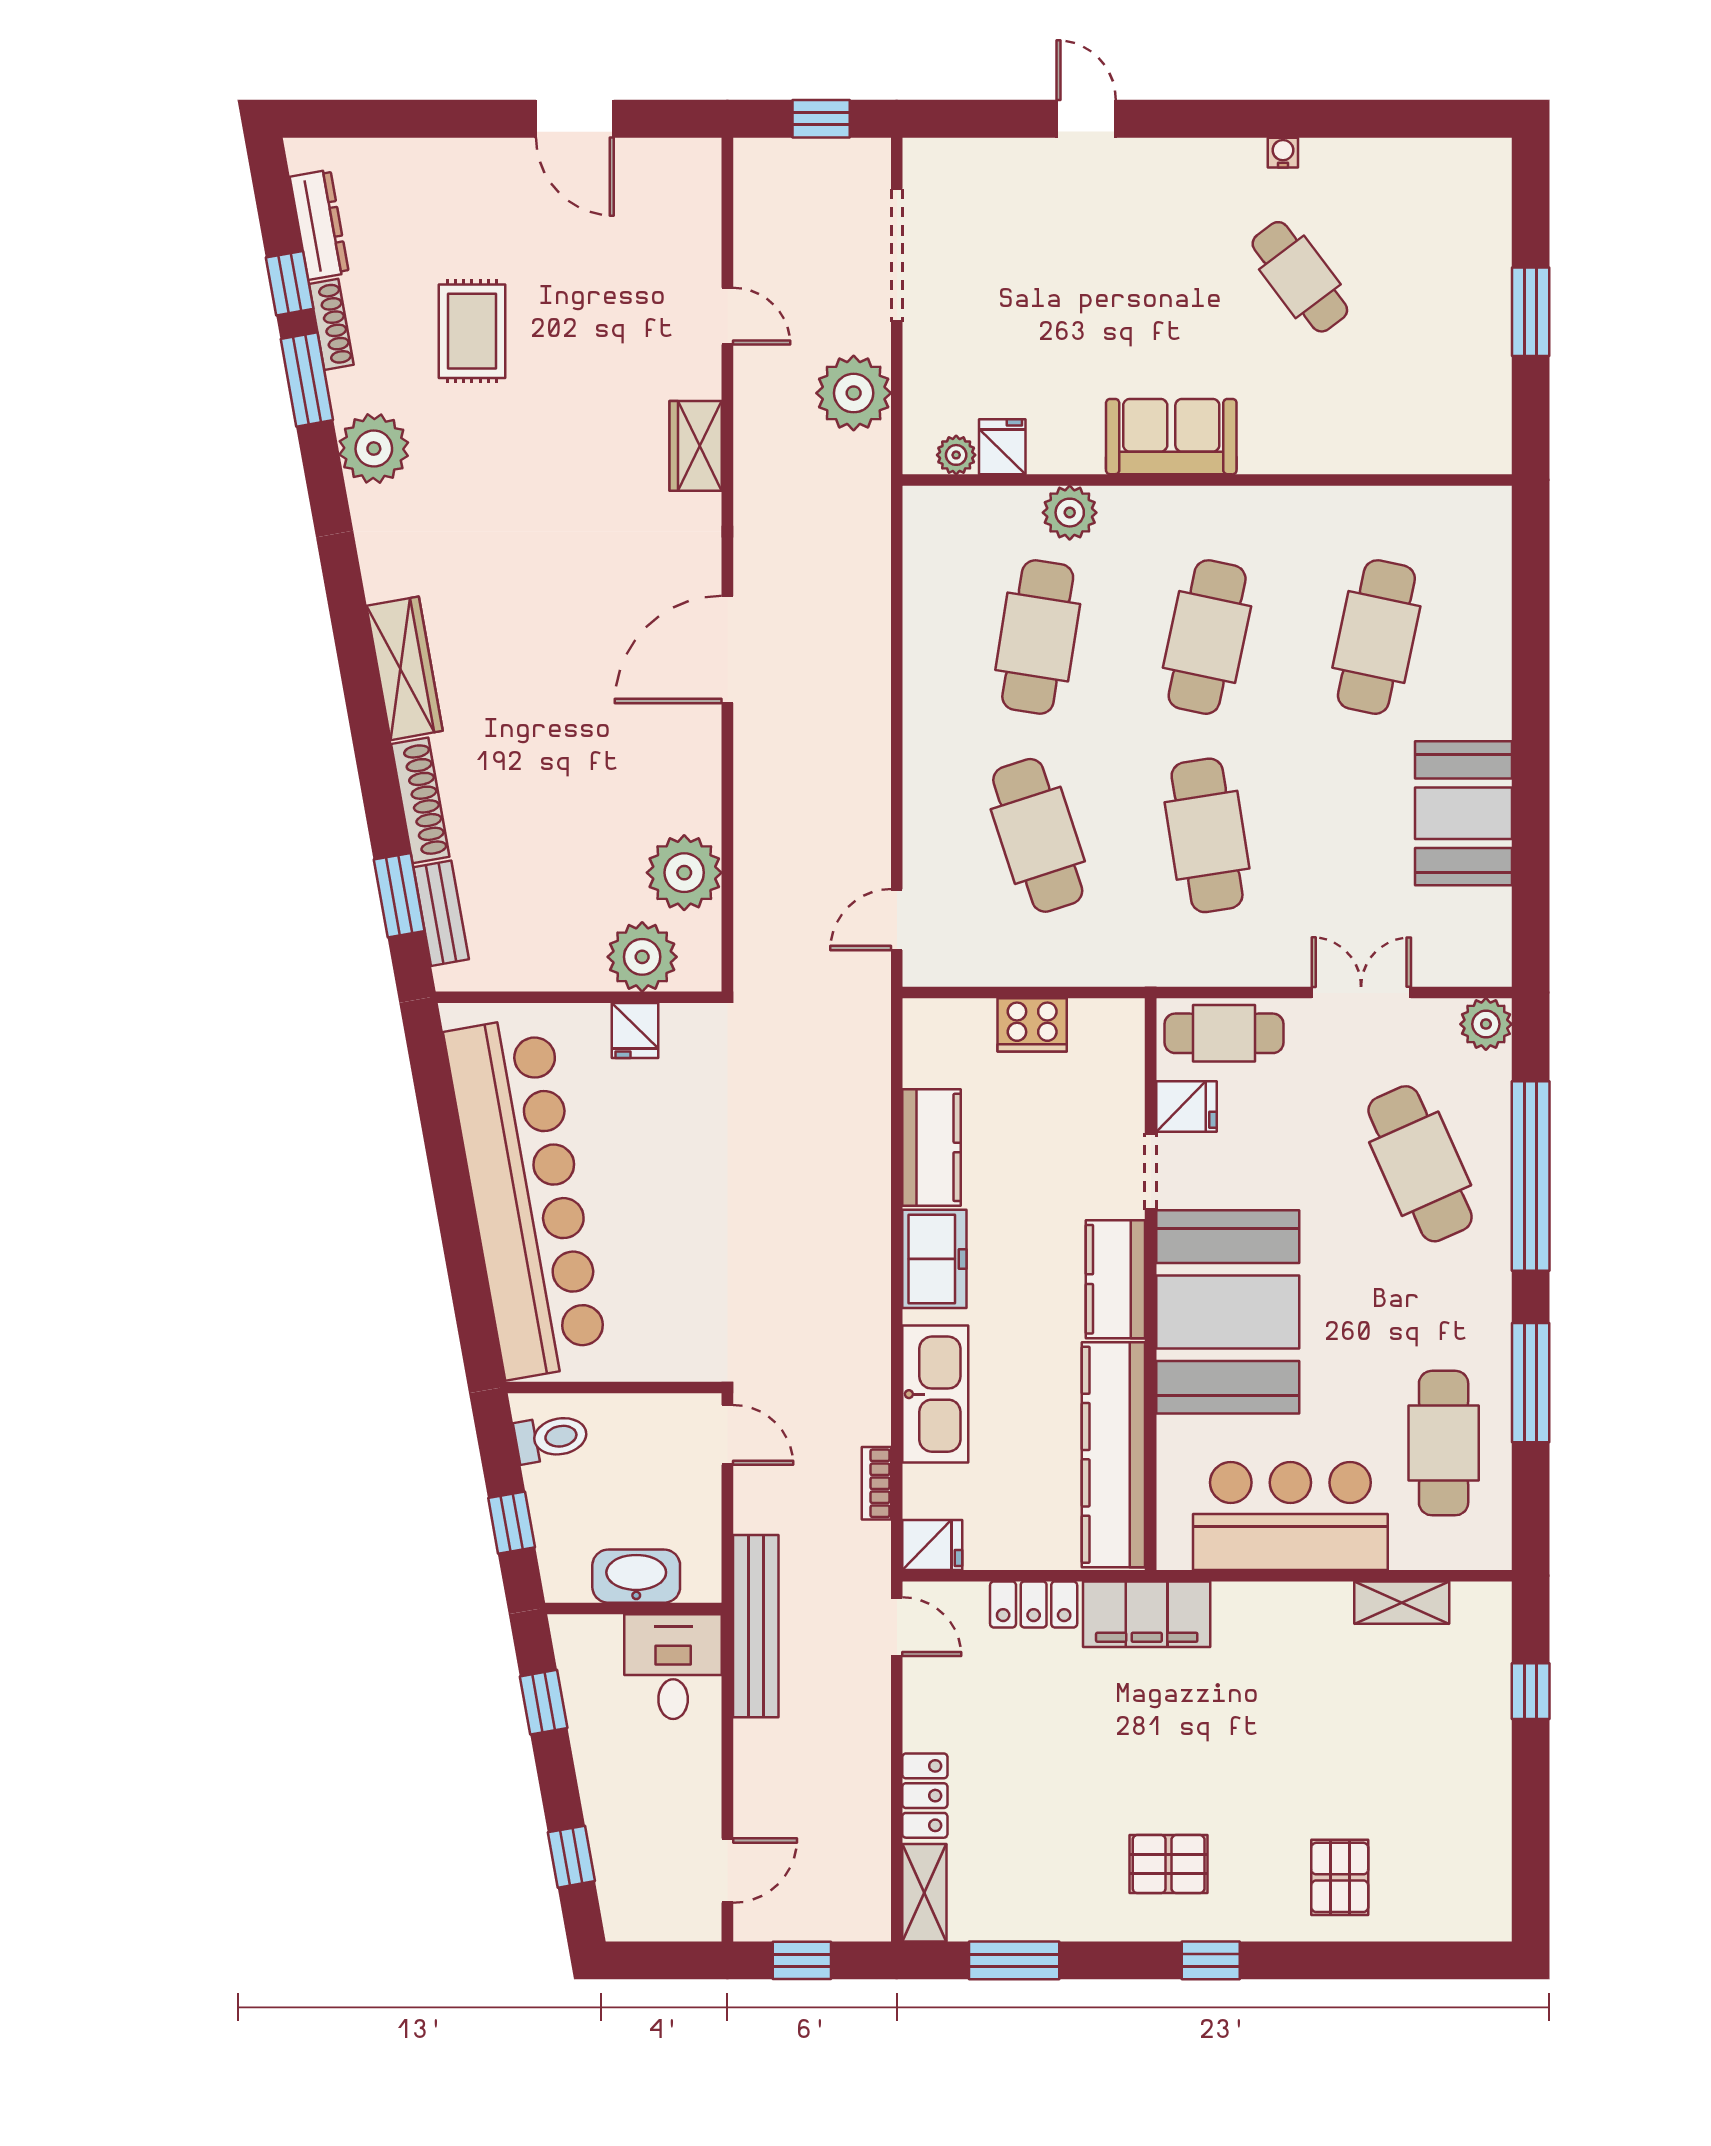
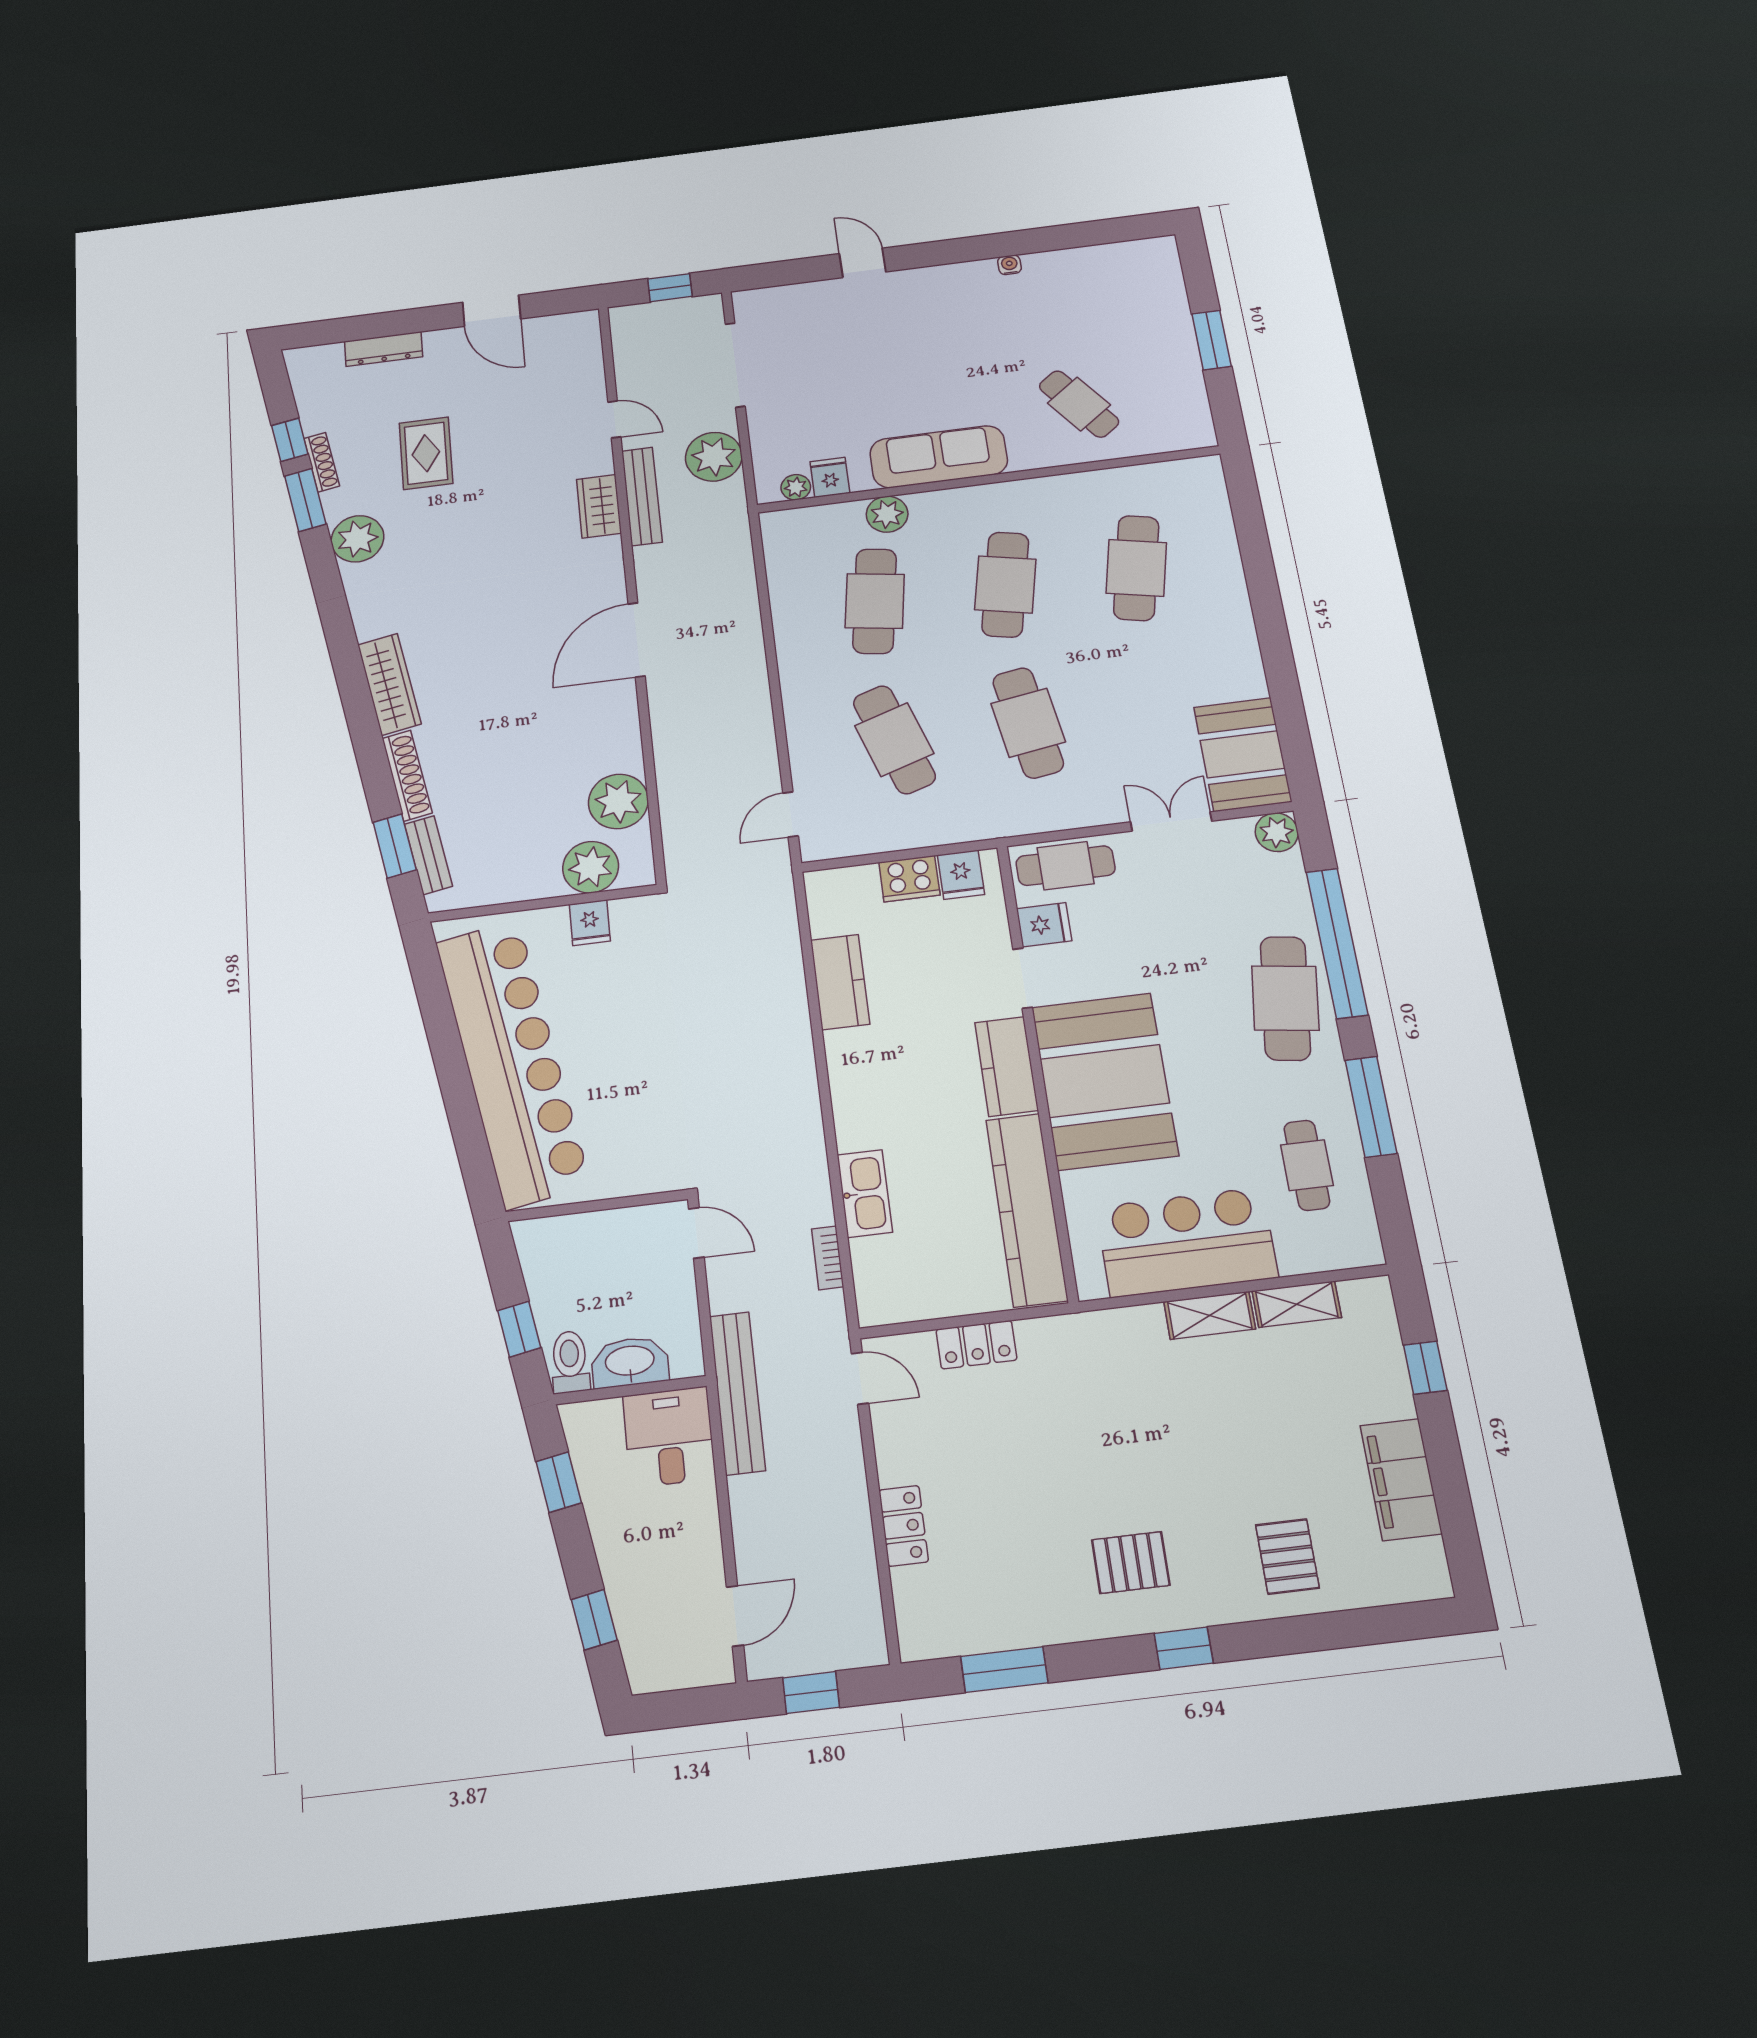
dresser: (319, 225) -> (384, 349), moved, turned 100
cafe table: (1300, 277) -> (1079, 404), moved
sofa: (1171, 437) -> (939, 457), width x1.36
bench: (753, 439) -> (642, 496), added
booth: (1463, 813) -> (1242, 754), moved
cafe table: (1420, 1164) -> (1285, 998), moved, turned 32
freezer: (934, 1259) -> (854, 1069), removed
kitchen sink: (935, 1394) -> (865, 1193), width x0.73, depth x0.81
toilet: (551, 1438) -> (570, 1362), moved, turned -80
cafe table: (1444, 1443) -> (1307, 1165), width x0.73, depth x0.74
fridge: (932, 1545) -> (961, 875), moved, turned 90
filing cabinet: (1147, 1614) -> (1401, 1479), moved, turned 90
shelving: (924, 1893) -> (1210, 1315), moved, turned 90

